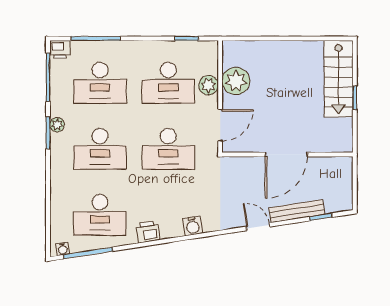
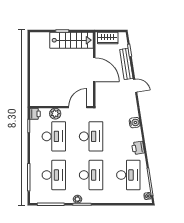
printer: (60, 49) -> (35, 114), moved
stairs: (338, 79) -> (72, 40), moved
plant: (236, 81) -> (53, 98), removed
door: (220, 125) -> (78, 107), hinge flipped
wardrobe: (342, 178) -> (108, 38), added
door: (258, 227) -> (135, 86), swing flipped

